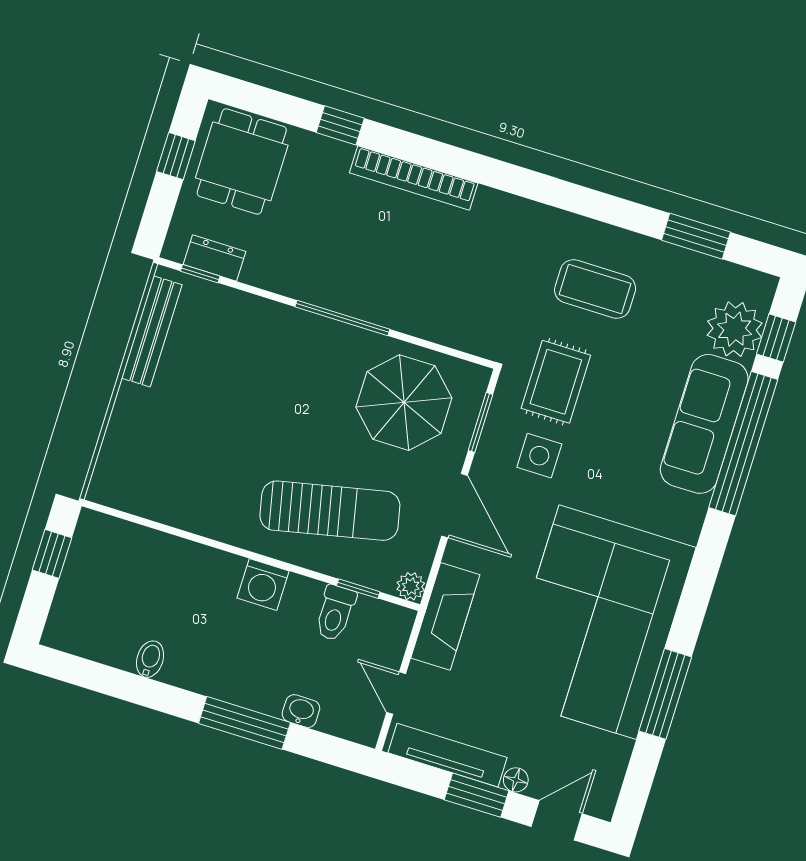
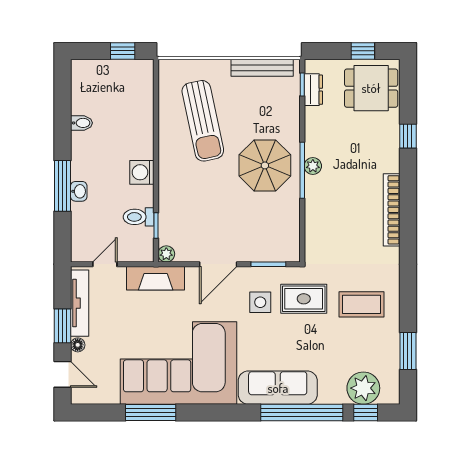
bookcase: (414, 178) -> (392, 210), moved
coffee table: (595, 289) -> (361, 304), turned 90
plant: (341, 298) -> (313, 166), added
parasol: (404, 403) -> (265, 165), moved
sofa: (704, 424) -> (278, 388), moved
sun lounger: (330, 511) -> (203, 121), moved
washbasin: (301, 711) -> (79, 191), moved

